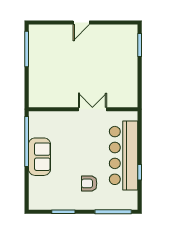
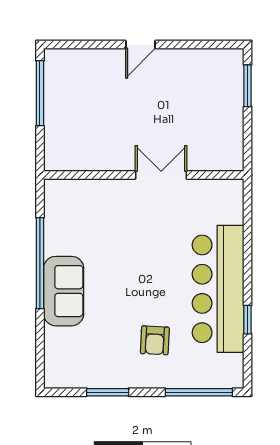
wall: (83, 109) -> (144, 175), moved
double door: (92, 109) -> (161, 175), moved
armchair: (89, 183) -> (155, 340), turned -87

